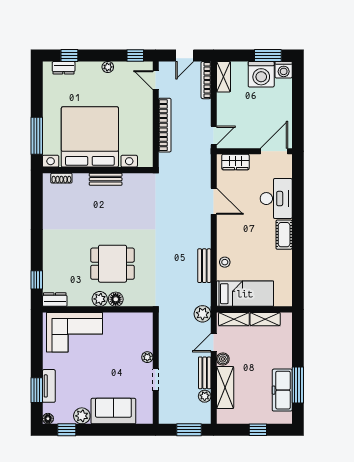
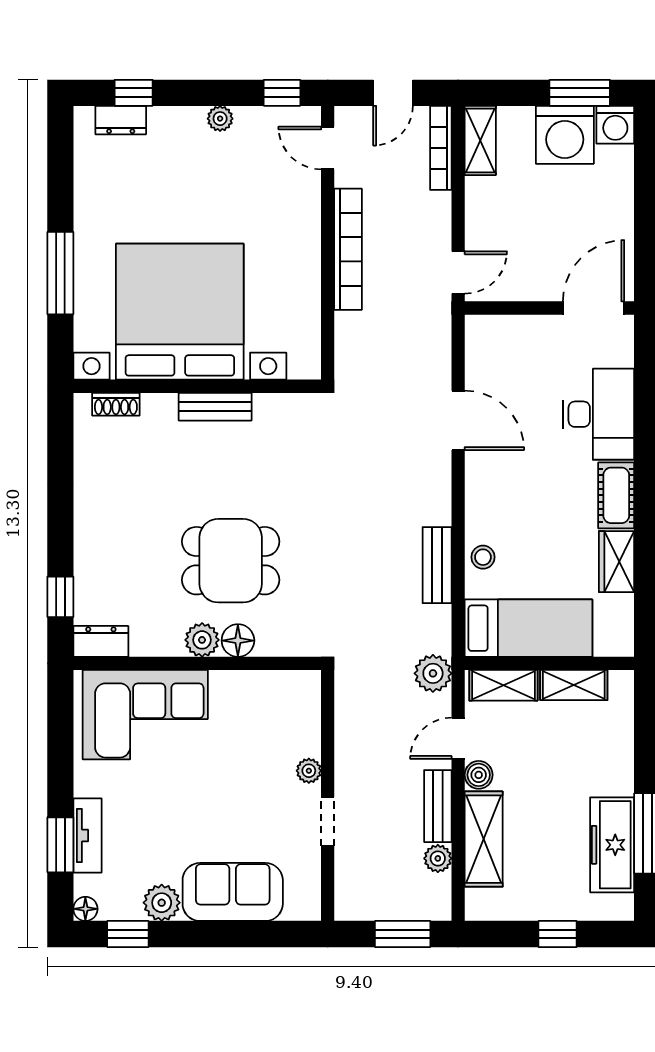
bed with nightstands: (90, 137) -> (180, 312), moved
wardrobe: (235, 162) -> (617, 562), moved, turned 90
wall: (98, 170) -> (197, 386), moved
shoe rack: (61, 178) -> (116, 404), moved
bench: (106, 179) -> (215, 407), moved

